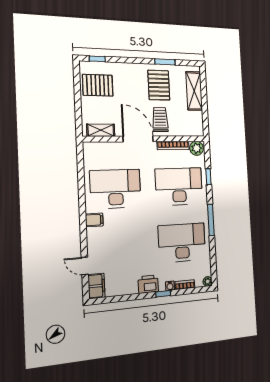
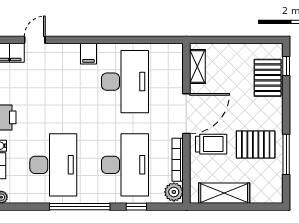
window: (165, 62) -> (286, 154), width x1.44
pallet: (98, 85) -> (268, 78), moved
shelving: (194, 91) -> (224, 193), moved
window: (211, 220) -> (80, 207), width x1.46

